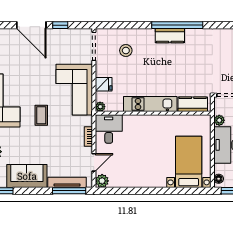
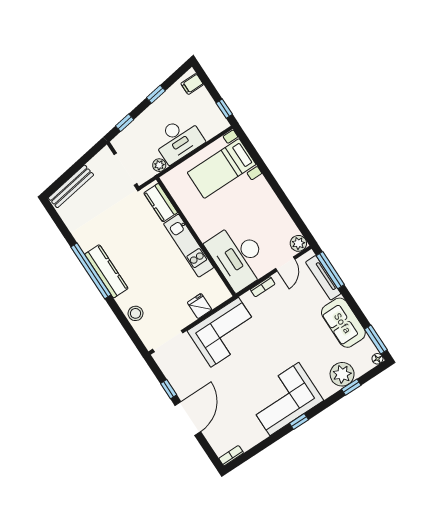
kitchen counter: (170, 36) -> (106, 271), width x1.50
stool: (126, 51) -> (136, 313), moved
plant: (100, 107) -> (225, 295), removed
coffee table: (41, 115) -> (272, 349), removed
desk: (109, 129) -> (238, 257), width x1.87, depth x1.30
door: (94, 162) -> (285, 264), swing flipped
floor lamp: (219, 179) -> (219, 127), removed

